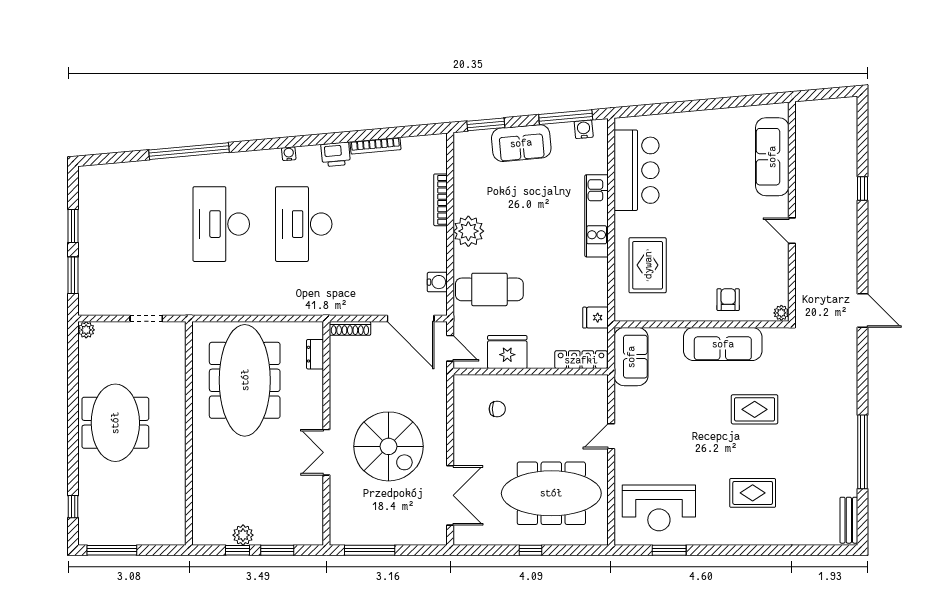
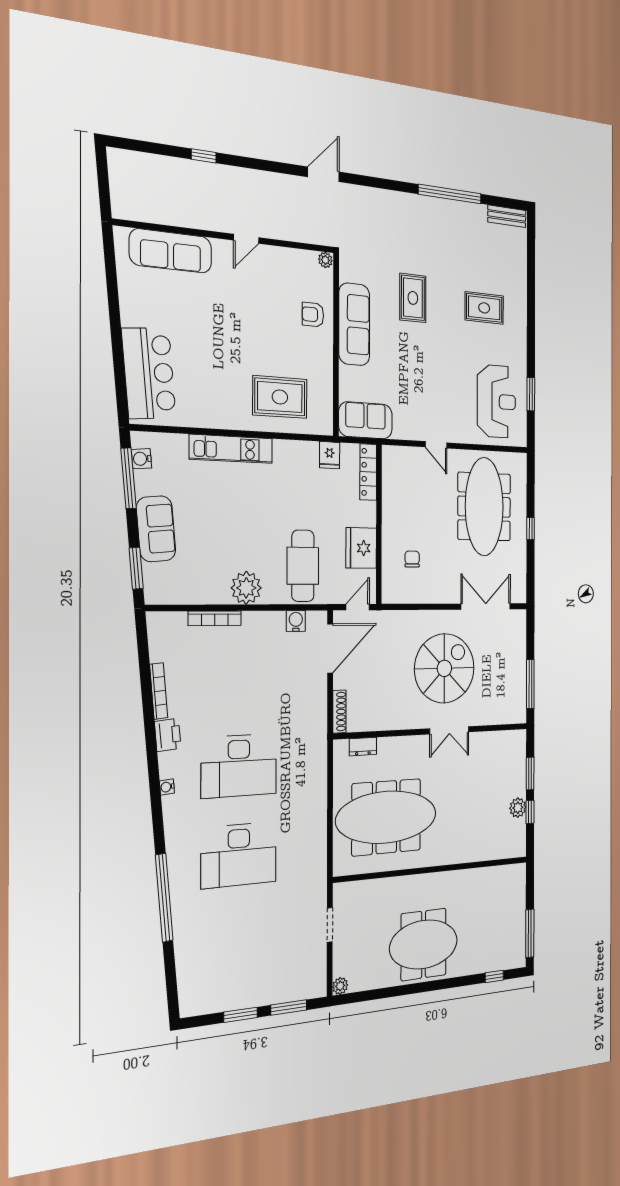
bar counter: (636, 170) -> (149, 373), moved, turned 85
rug: (753, 493) -> (484, 308), turned 90

